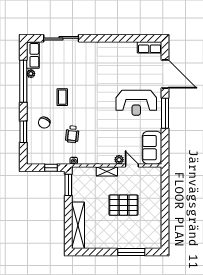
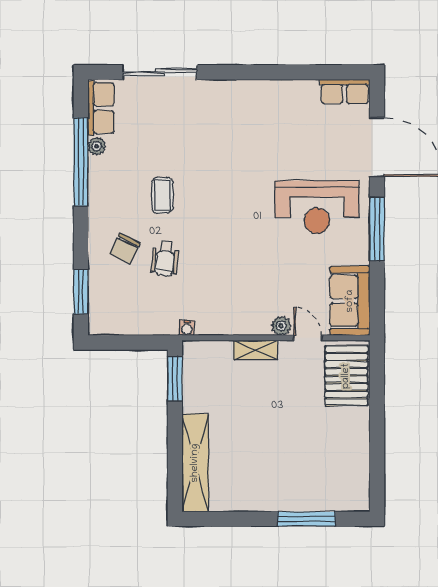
window: (23, 132) -> (81, 292), moved
wheelchair: (72, 134) -> (165, 258), moved
window: (51, 168) -> (139, 343), removed
pallet: (123, 205) -> (346, 376), moved, turned 90

